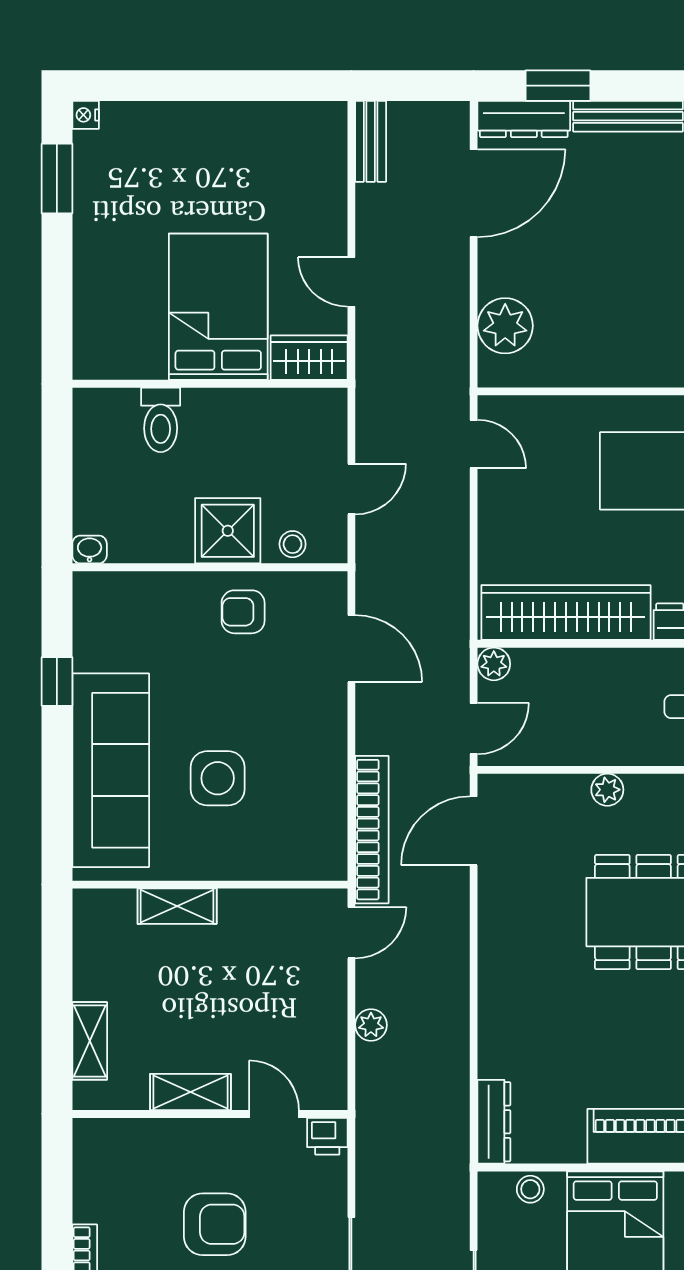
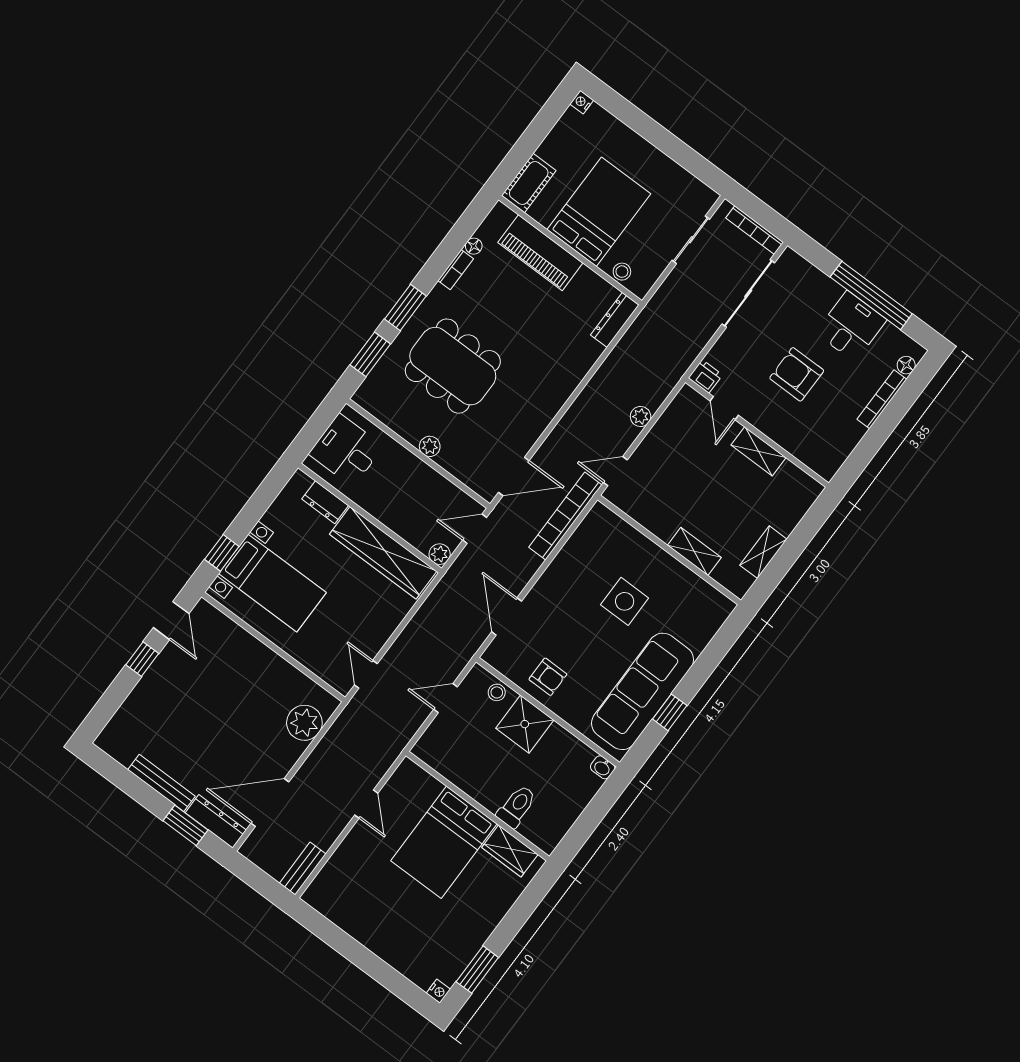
wardrobe: (309, 358) -> (510, 851), moved
sofa: (111, 770) -> (643, 691), moved
shelving: (90, 1041) -> (763, 552), moved

